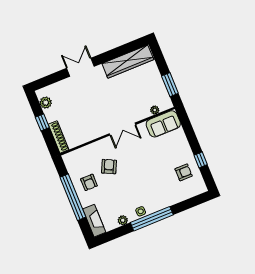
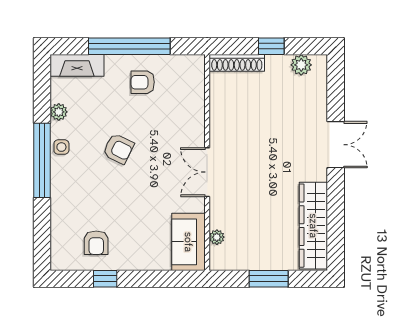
window: (170, 85) -> (269, 279), moved
armchair: (109, 167) -> (118, 149), moved

